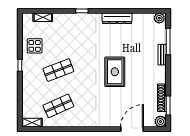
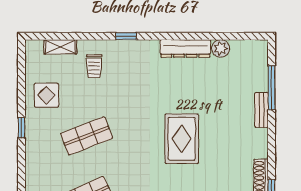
plant: (159, 18) -> (221, 48), moved
trolley: (63, 29) -> (94, 66), added

